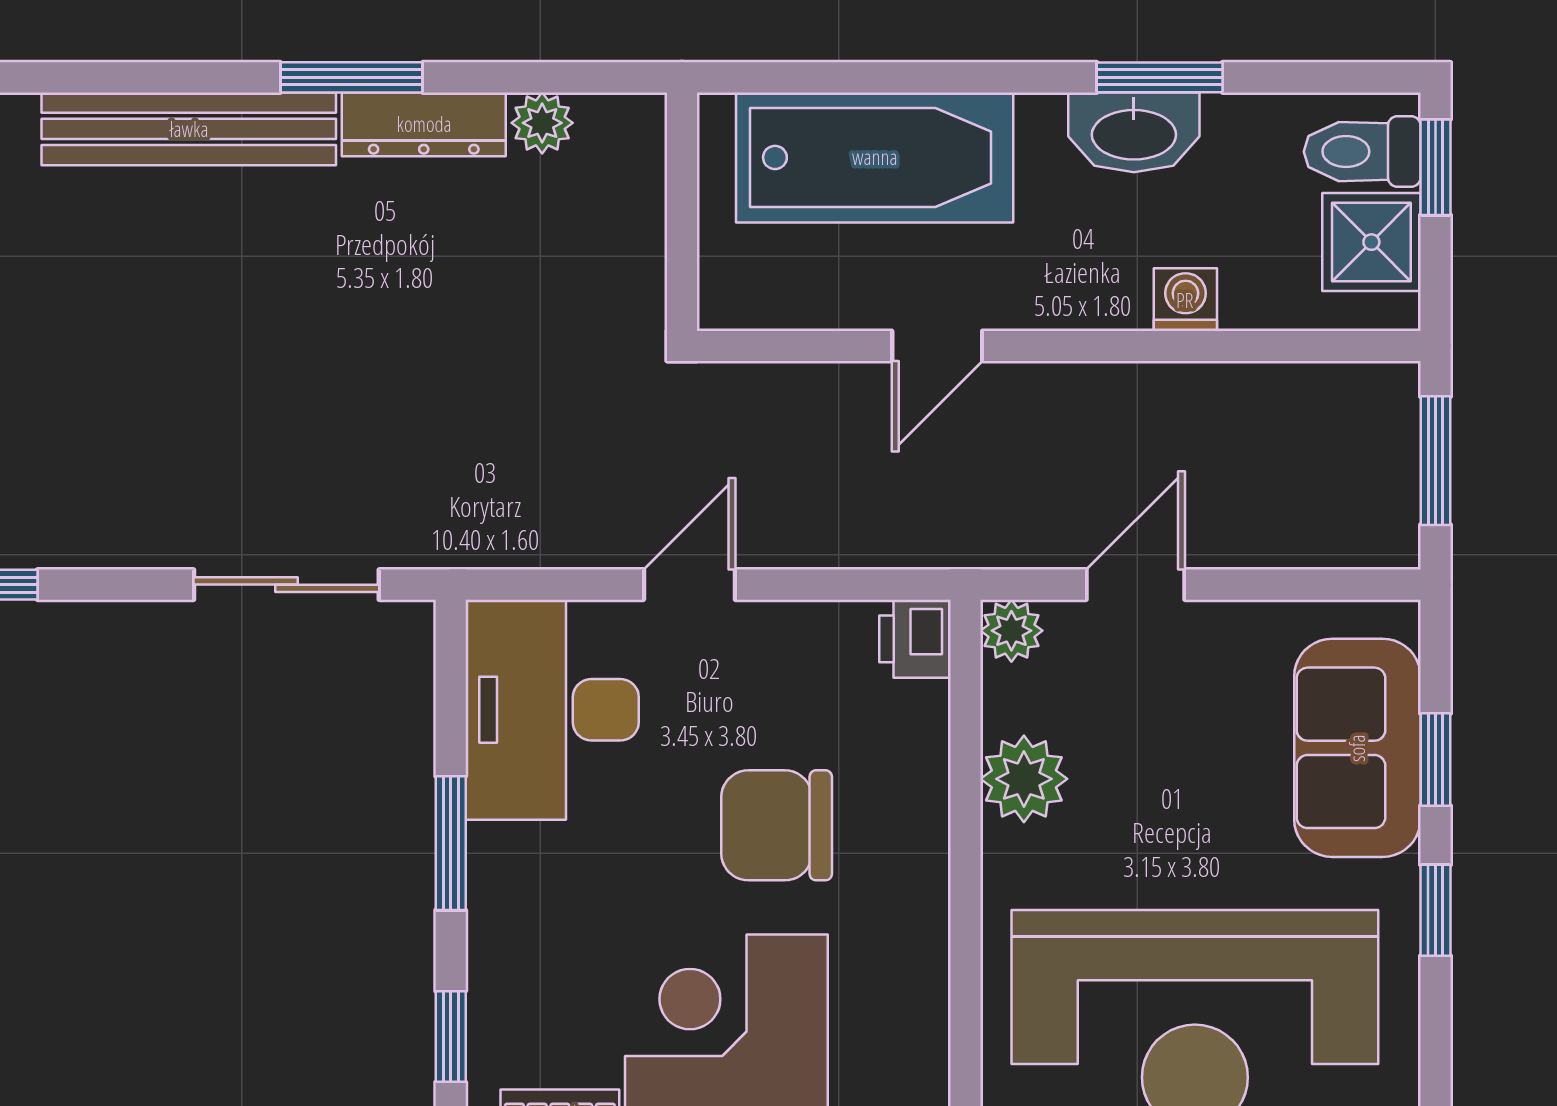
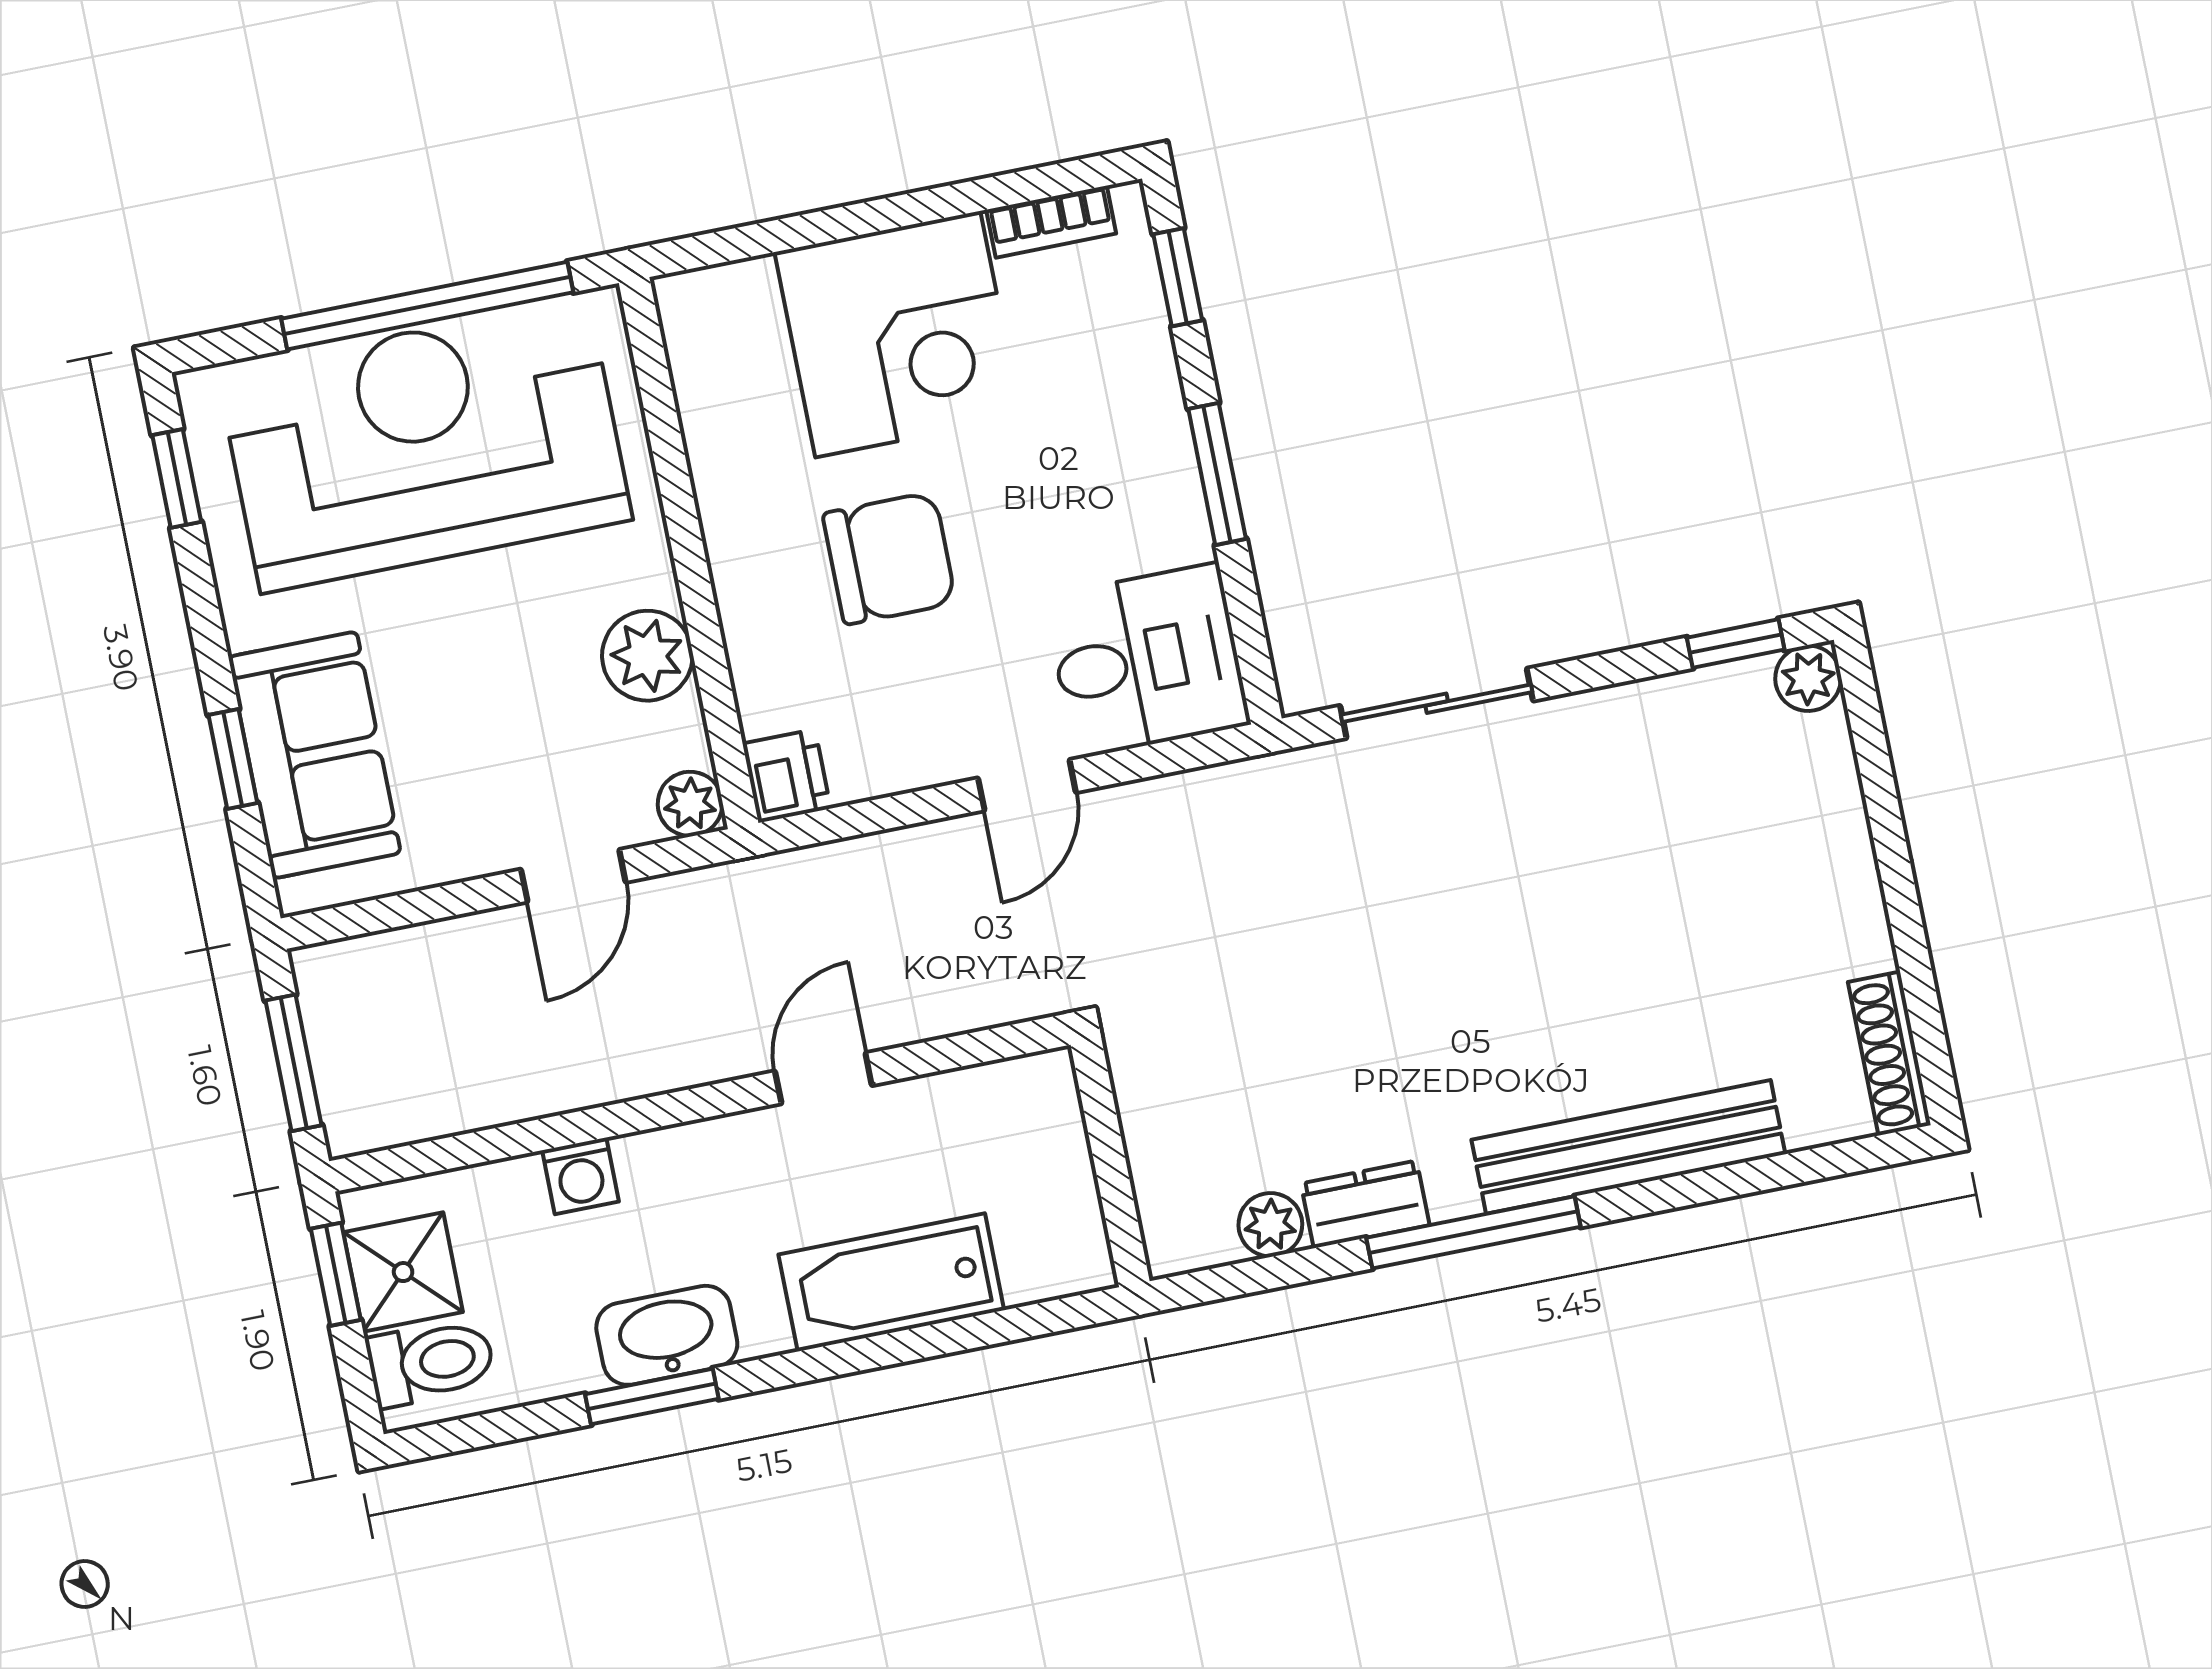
window: (352, 77) -> (1473, 1232), width x1.44
dresser: (424, 124) -> (1365, 1204), width x0.70
bathtub: (875, 157) -> (891, 1282), width x0.73, depth x0.73
window: (1435, 167) -> (336, 1274), moved
desk: (552, 710) -> (1147, 661), width x0.73
window: (1435, 910) -> (177, 479), moved

